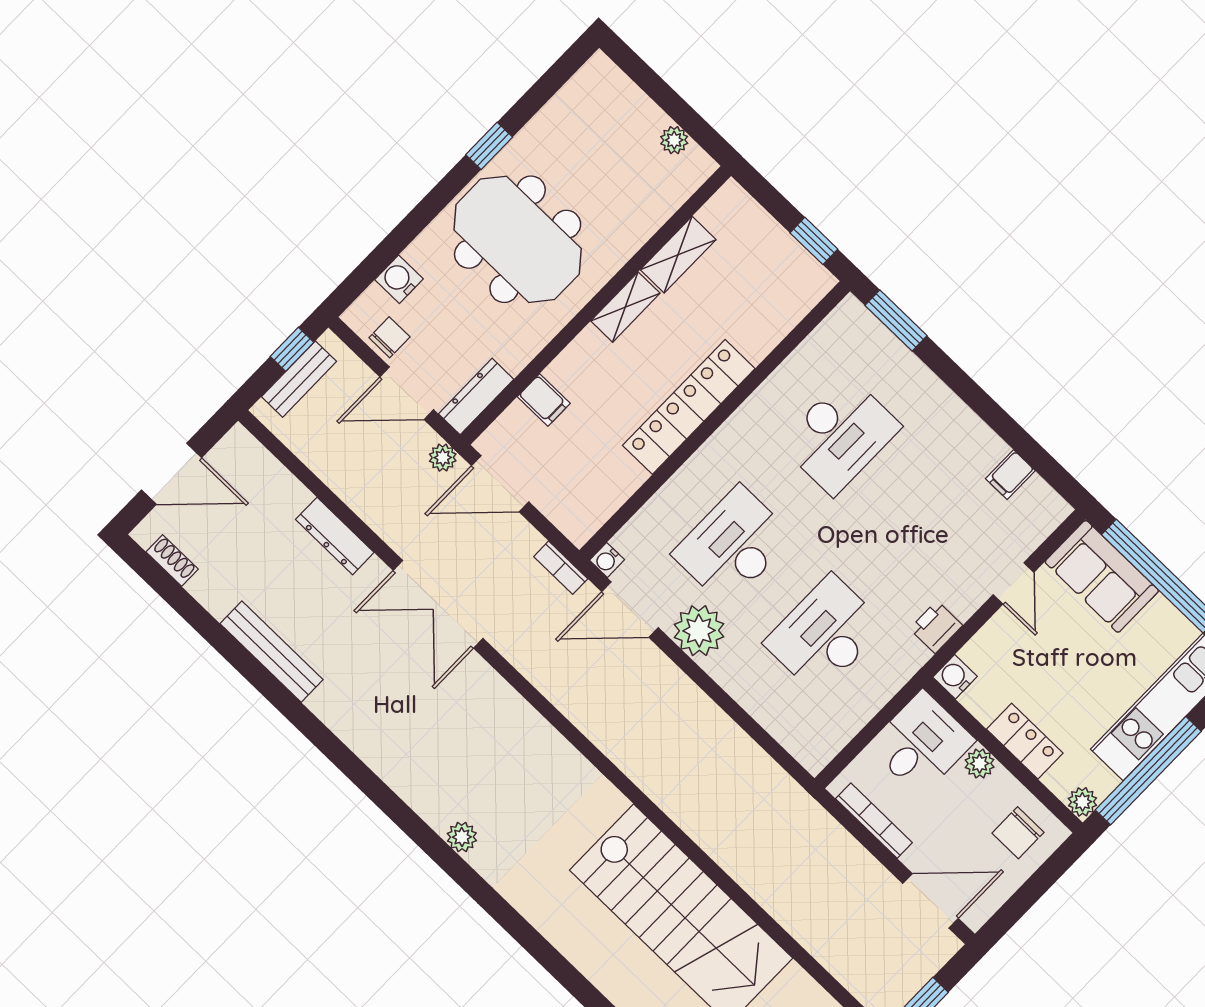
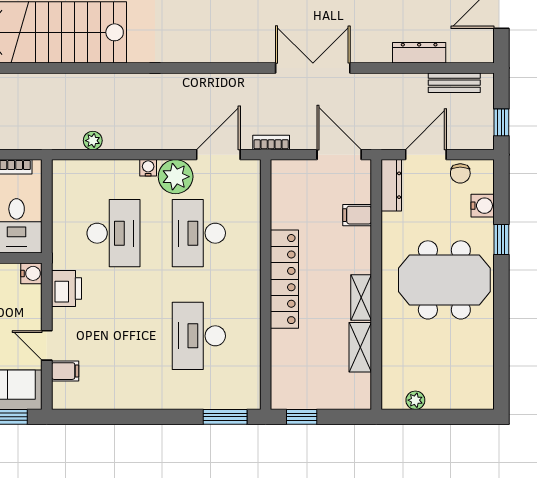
window: (489, 146) -> (501, 240), moved
bench: (299, 379) -> (454, 83), moved, turned 90
plant: (443, 458) -> (93, 141), moved
filing cabinet: (1010, 475) -> (65, 371), moved, turned 90
door: (500, 484) -> (339, 155), hinge flipped
dresser: (335, 536) -> (419, 53), moved
desk: (733, 546) -> (199, 233), turned 180
water cooler: (607, 560) -> (148, 168), moved
printer: (936, 627) -> (66, 288), width x1.36, depth x1.24

